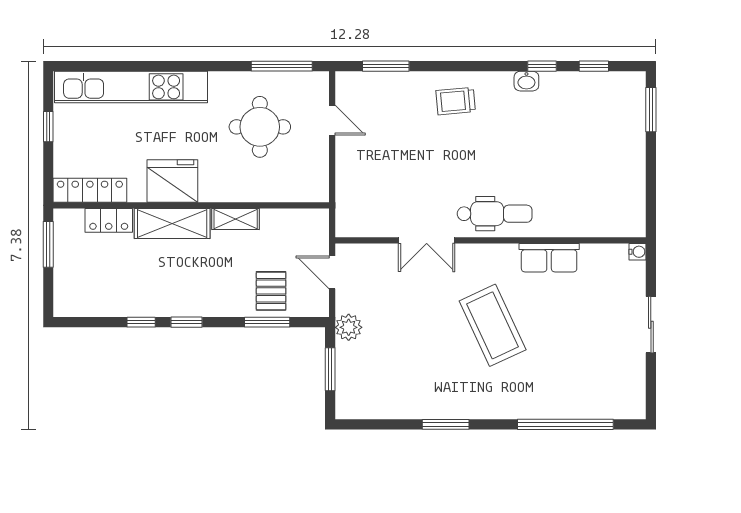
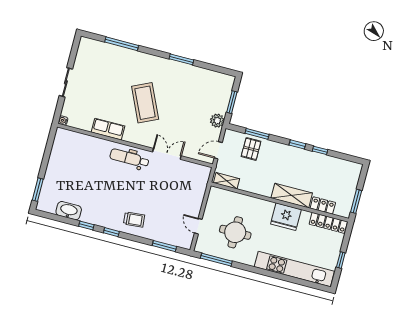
window: (594, 66) -> (111, 232), moved
washbasin: (526, 81) -> (69, 211), moved, width x1.91, depth x1.45
shelving: (236, 219) -> (226, 181), moved
door: (332, 272) -> (218, 150), swing flipped
window: (565, 424) -> (122, 44), width x0.68

